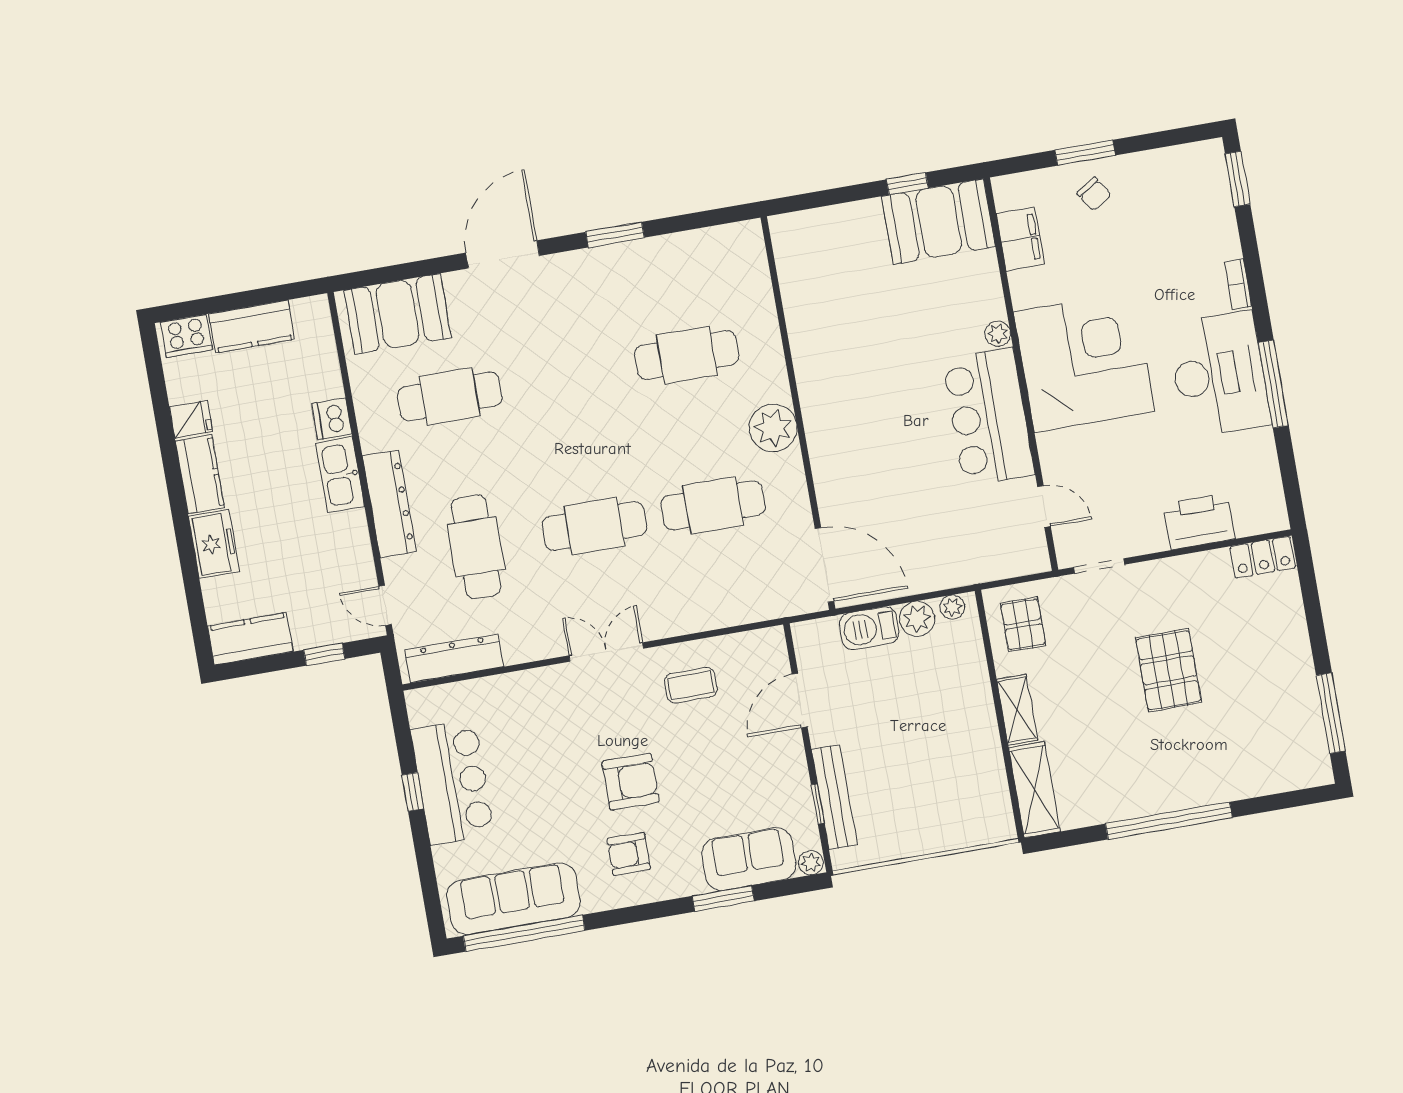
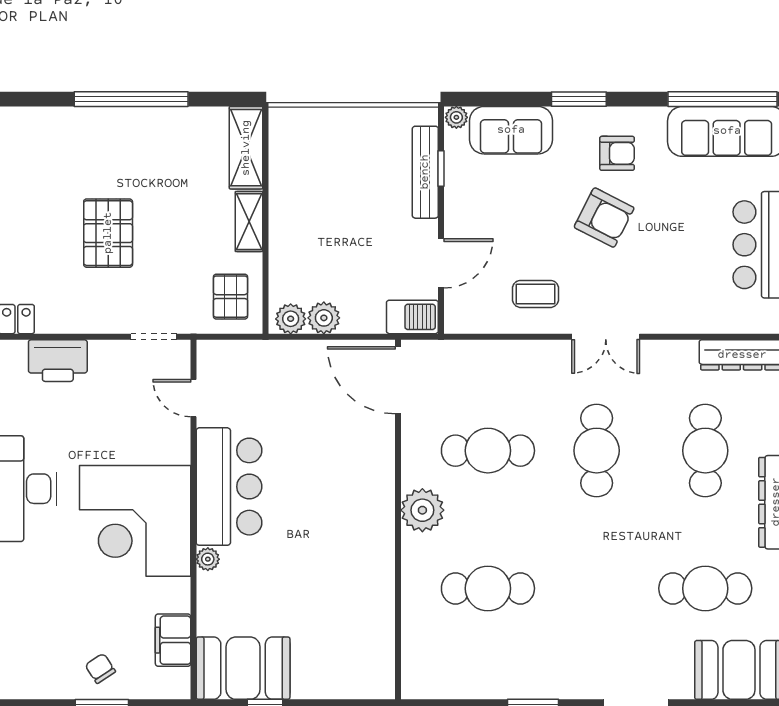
cafe table: (594, 526) -> (597, 451), turned 90
plant: (952, 607) -> (291, 319), width x1.38, depth x1.38
barbecue: (869, 628) -> (412, 317), moved
armchair: (631, 782) -> (604, 218), turned -153
window: (723, 898) -> (579, 99), moved

